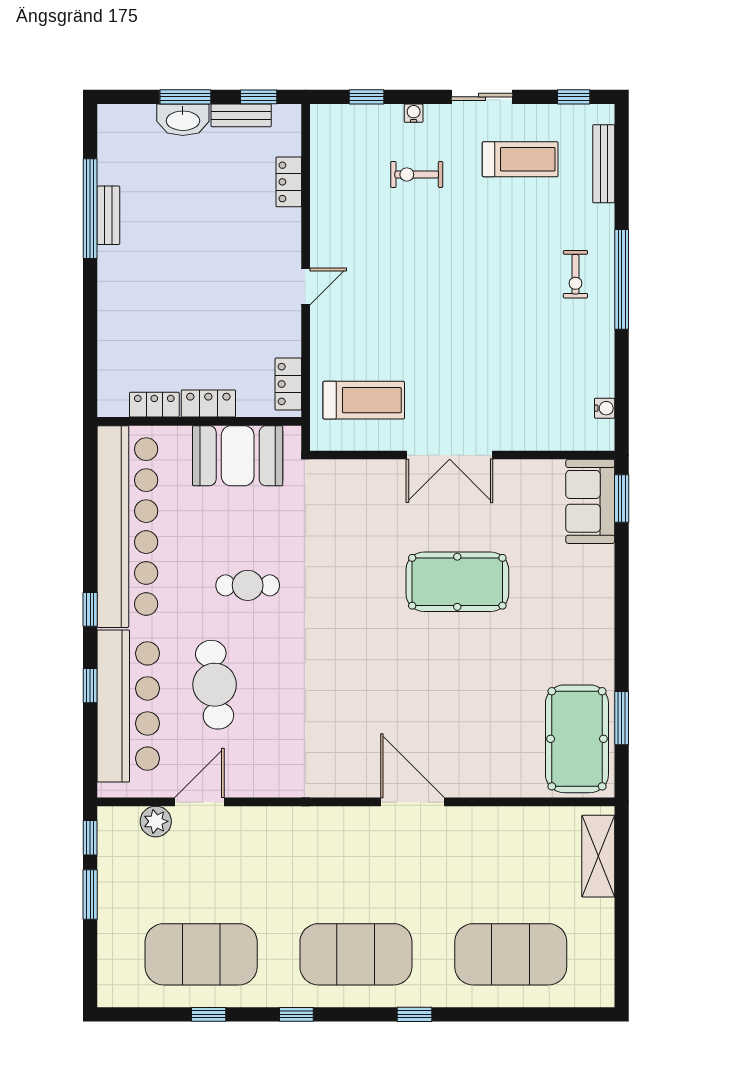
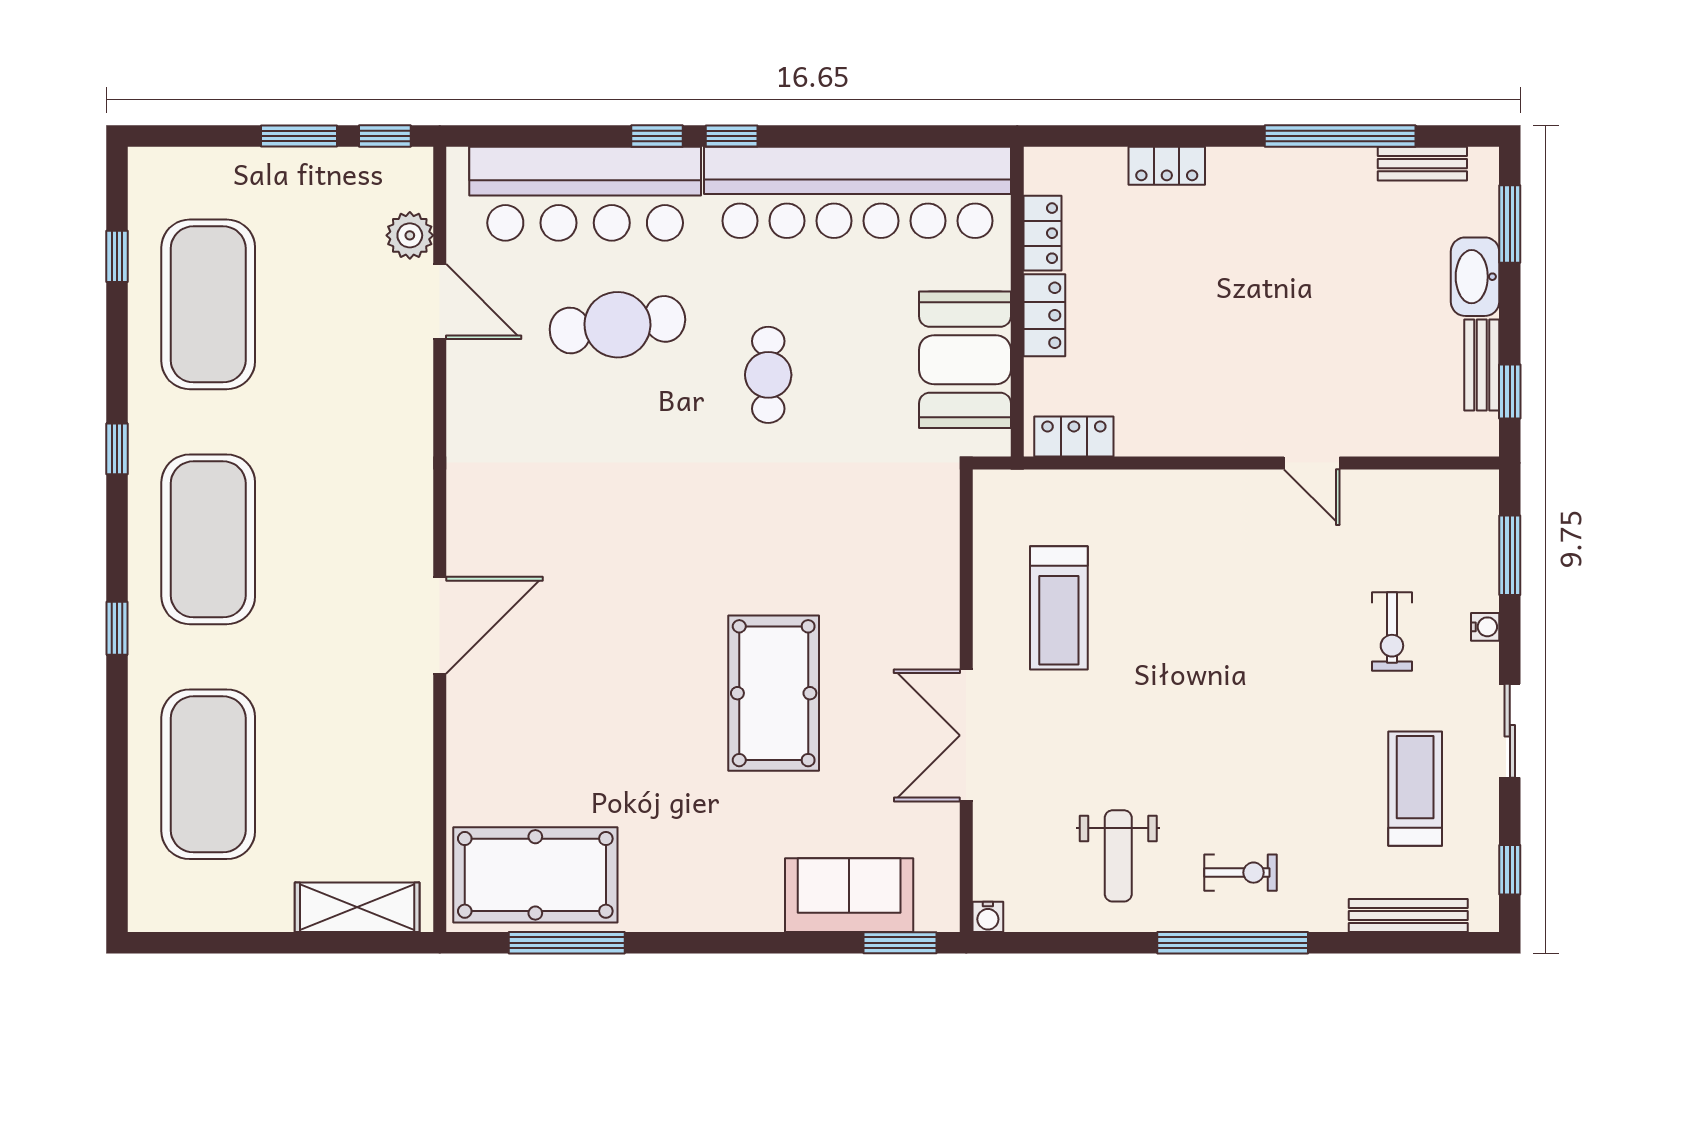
window: (185, 97) -> (1510, 224), moved
window: (366, 97) -> (1510, 555), width x1.50
treadmill: (520, 159) -> (1415, 789), turned 180
exercise bike: (417, 174) -> (1392, 632), turned 180
locker: (289, 182) -> (1167, 166), moved, turned 180
bench: (108, 215) -> (1422, 164), moved
exercise bike: (575, 274) -> (1241, 873), turned 180
door: (306, 287) -> (1312, 463), moved
weight bench: (565, 355) -> (1118, 856), added
treadmill: (364, 400) -> (1059, 608), moved
water cooler: (605, 408) -> (988, 917), moved
double door: (450, 455) -> (966, 735), moved
sofa: (590, 501) -> (849, 895), moved
window: (90, 686) -> (657, 136), moved
window: (622, 718) -> (567, 943), width x1.44
window: (209, 1014) -> (117, 256), moved

